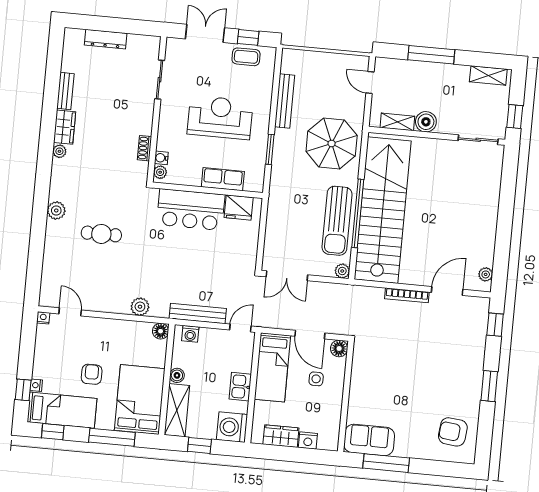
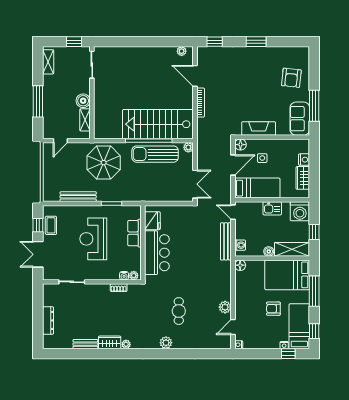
stairs: (383, 210) -> (158, 124), width x0.73
sun lounger: (337, 221) -> (155, 154), turned 180
plant: (140, 307) -> (225, 307), moved
fireplace: (360, 378) -> (259, 128), added
armchair: (453, 432) -> (291, 78), moved

